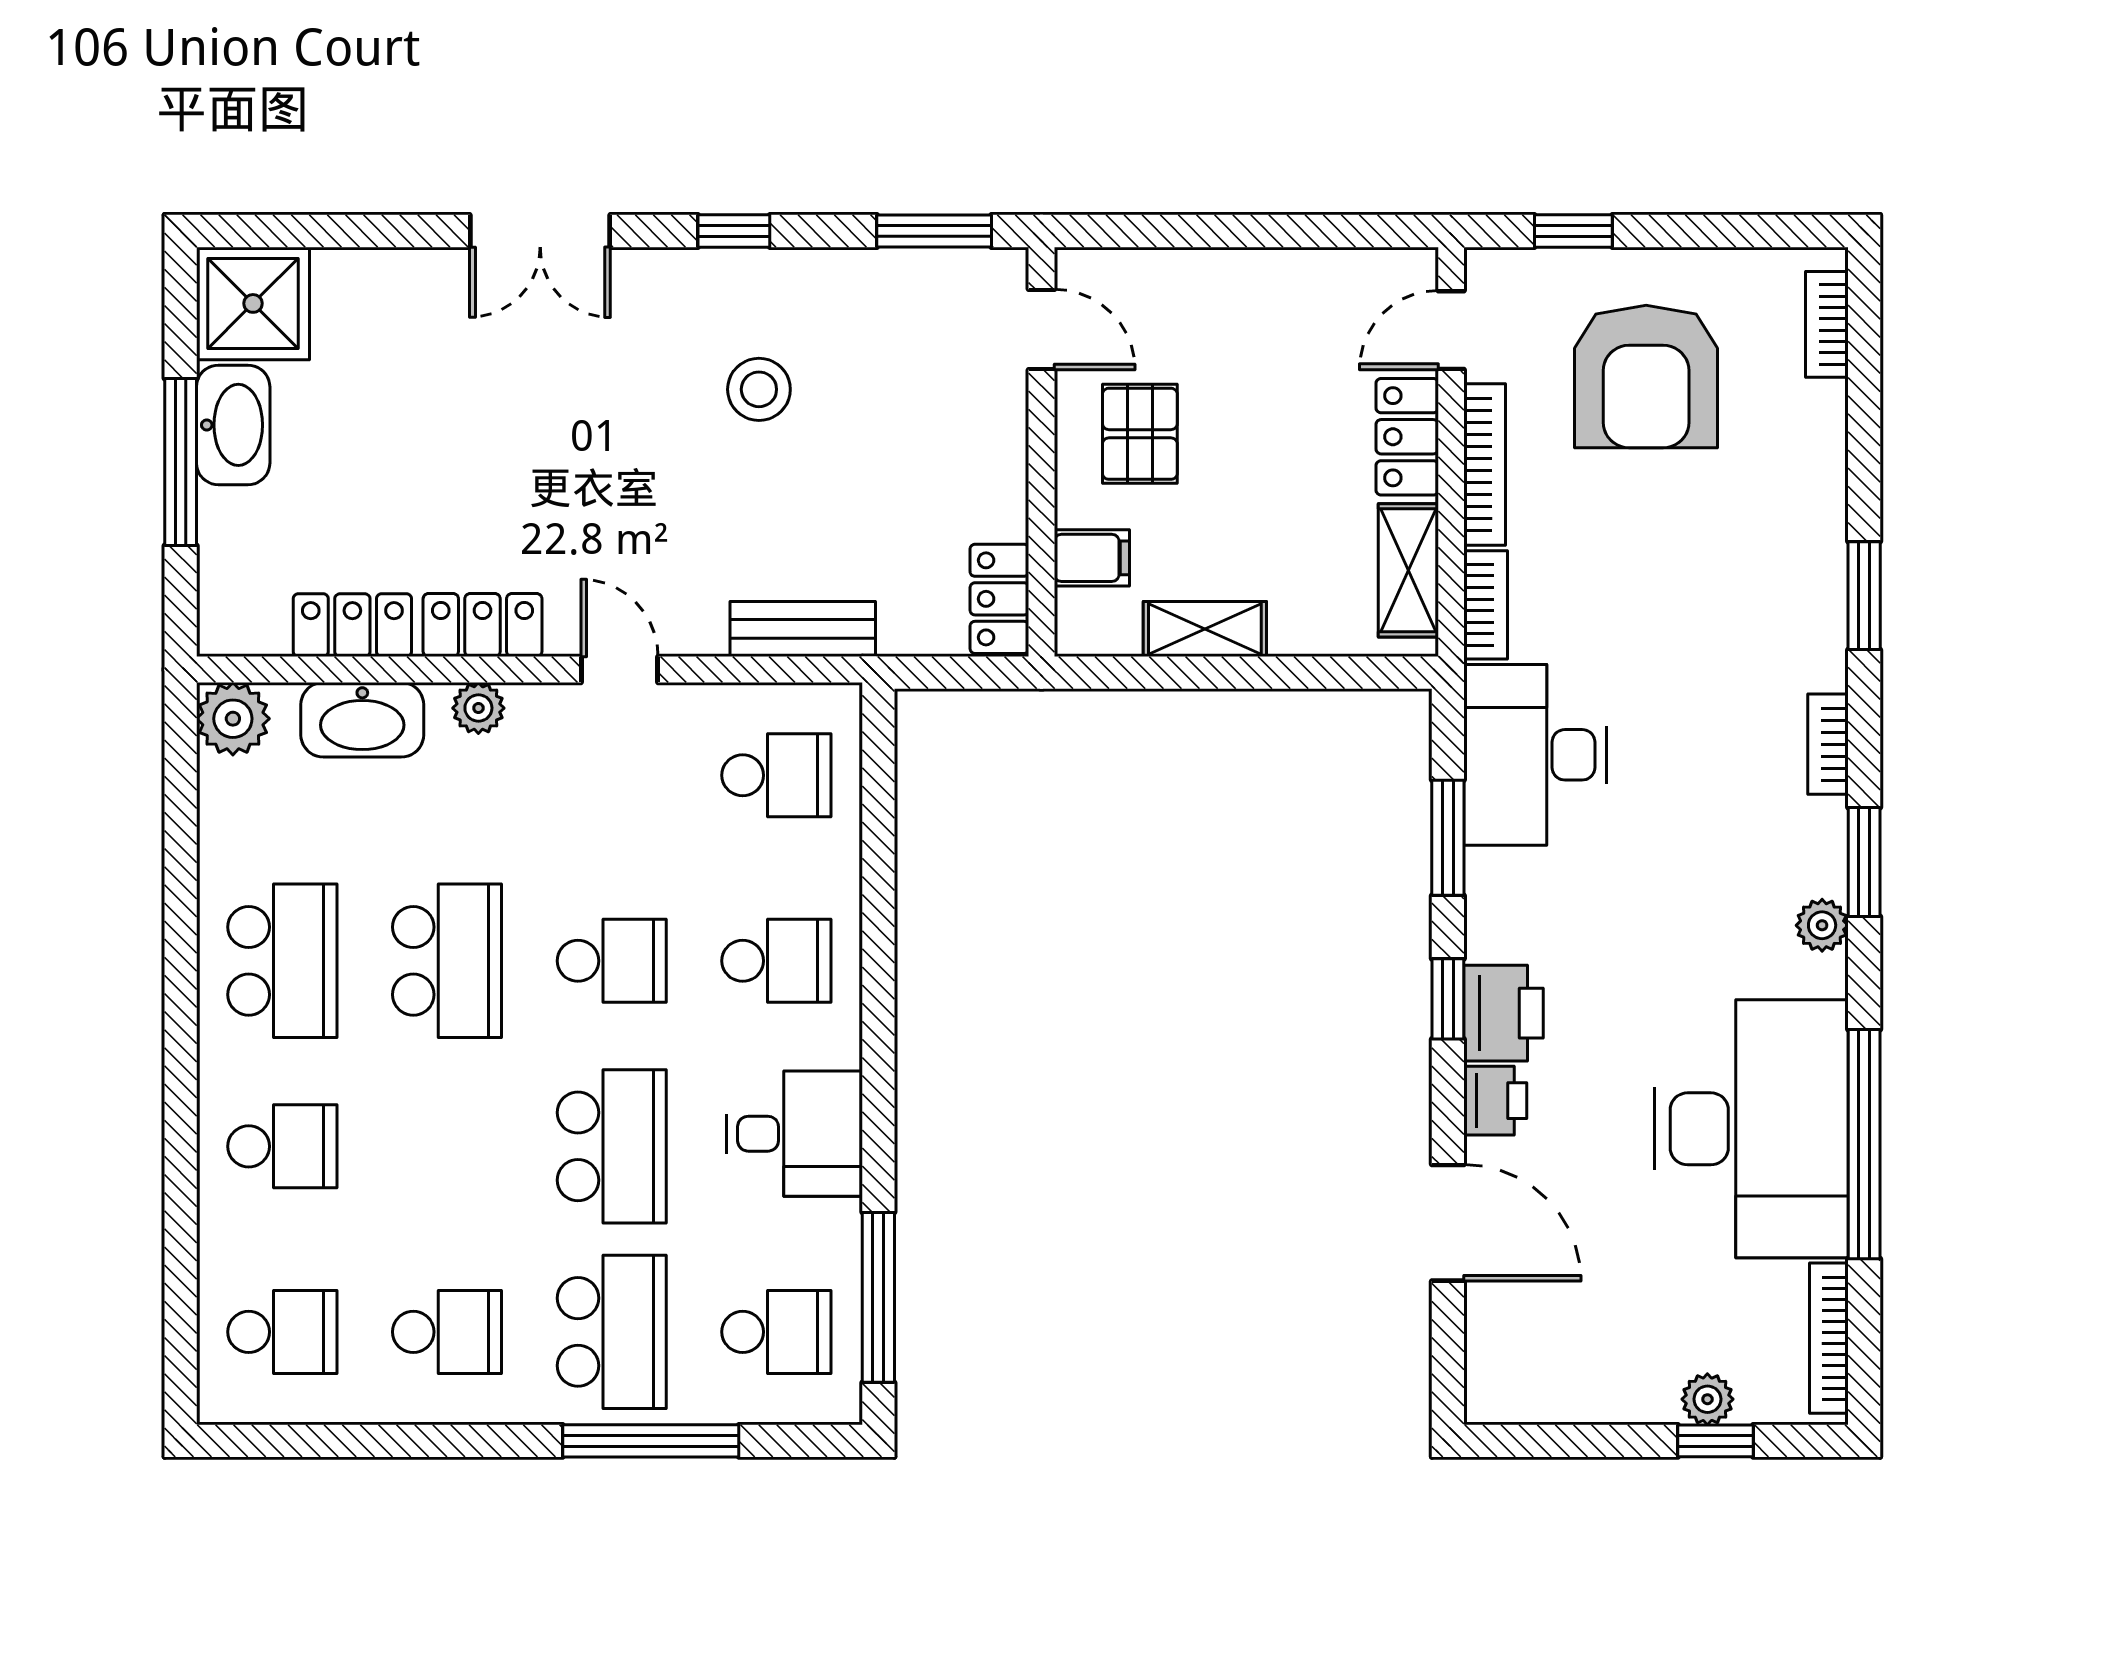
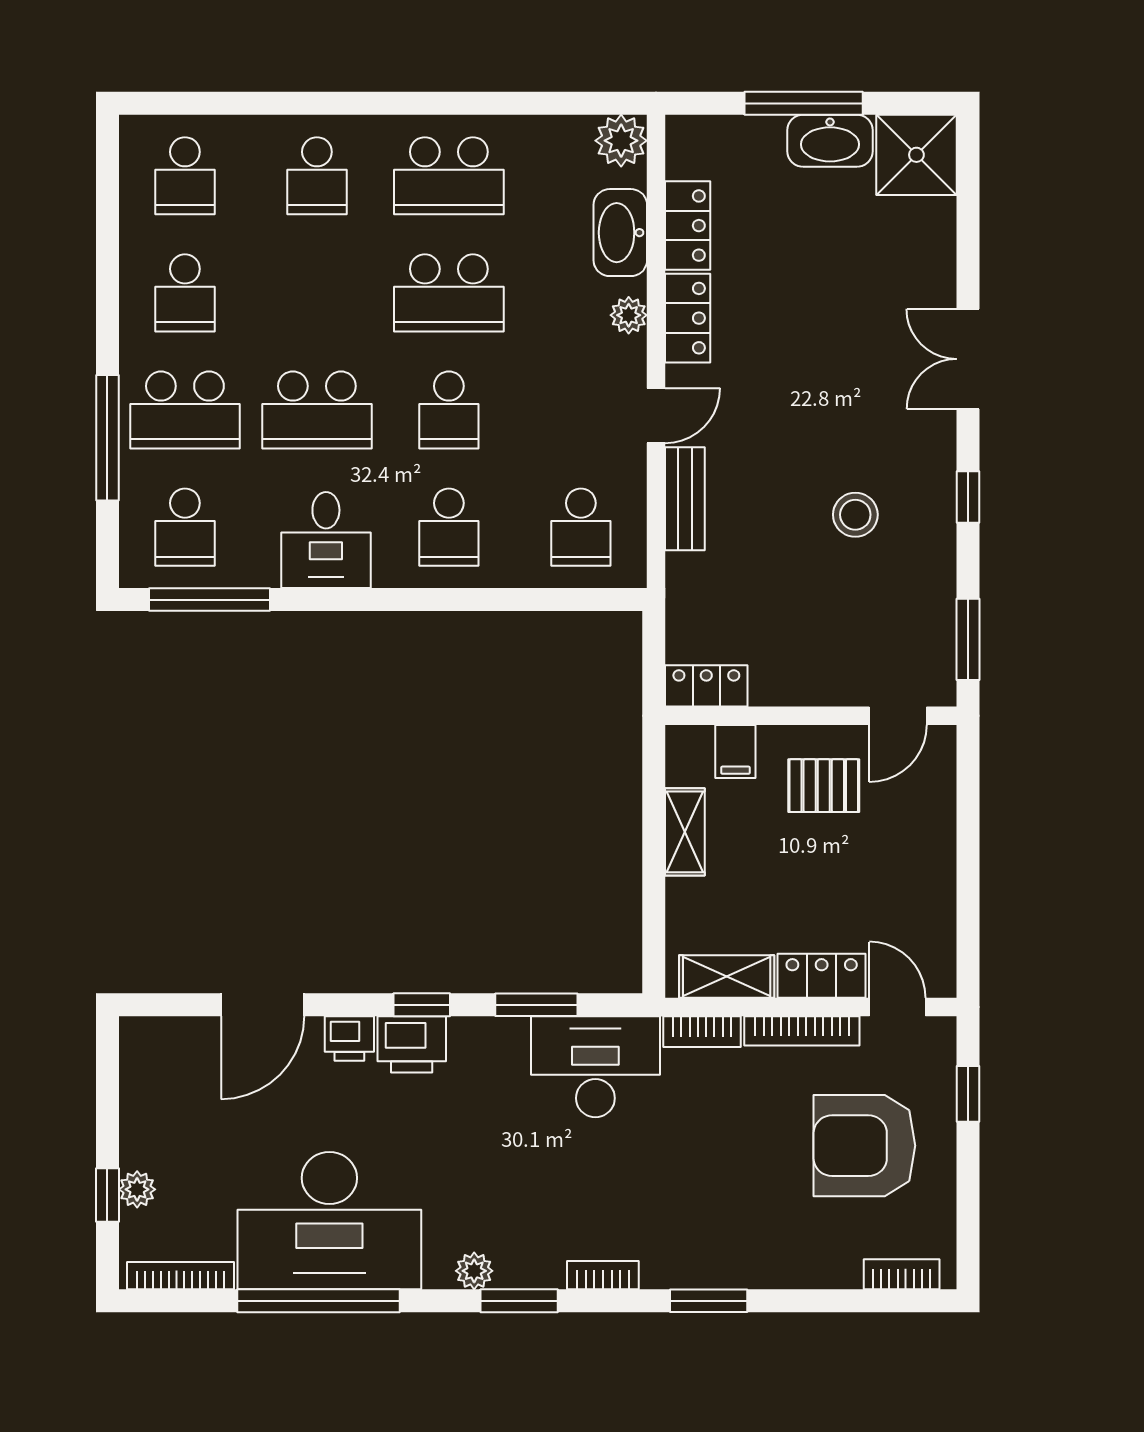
bench: (803, 629) -> (685, 499), moved

